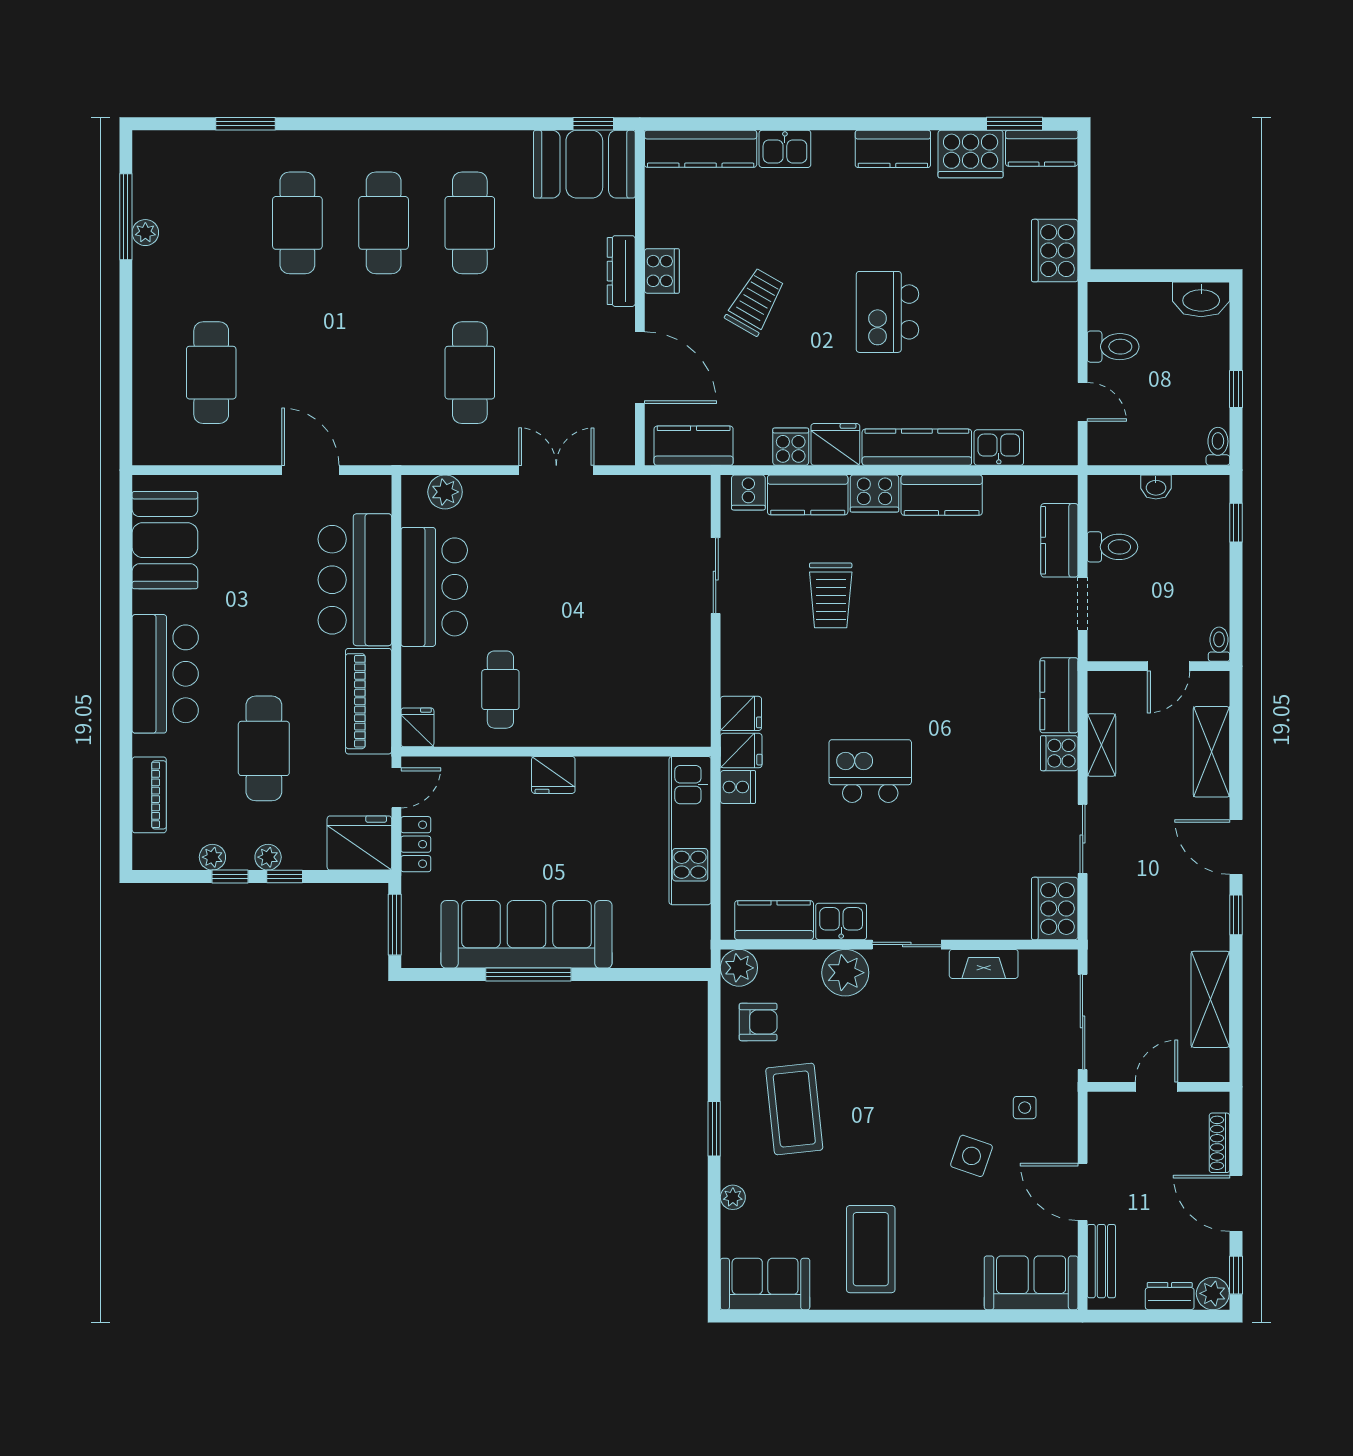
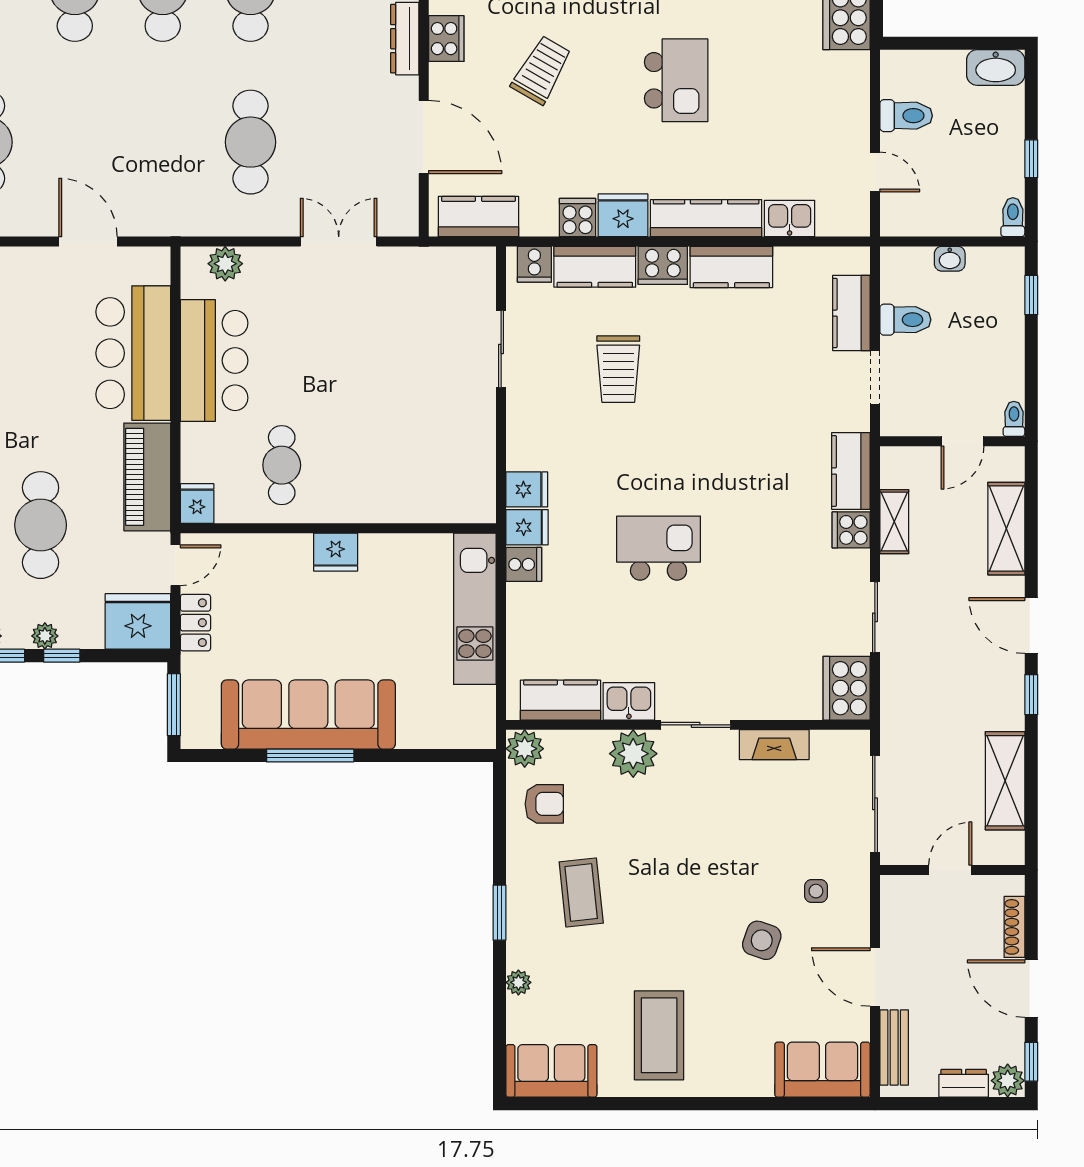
kitchen island: (887, 312) -> (676, 80), turned 180
coffee table: (794, 1109) -> (581, 892), width x0.73, depth x0.76

